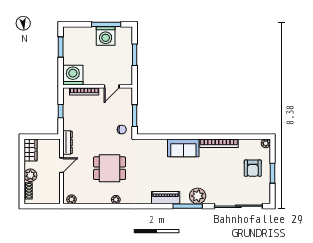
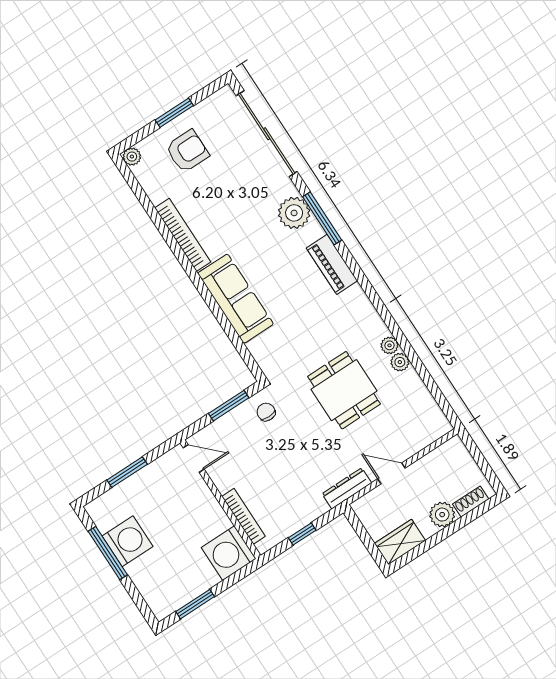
door: (112, 86) -> (194, 458), moved
sofa: (183, 148) -> (236, 299), width x1.36
plant: (72, 199) -> (400, 362), moved

